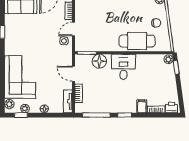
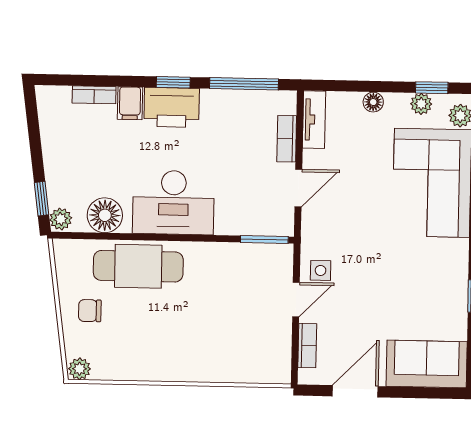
floor lamp: (99, 61) -> (105, 215), moved
desk: (123, 67) -> (173, 203), width x1.37
door: (74, 74) -> (298, 188), hinge flipped
printer: (172, 108) -> (172, 107), moved, width x1.87, depth x1.48

